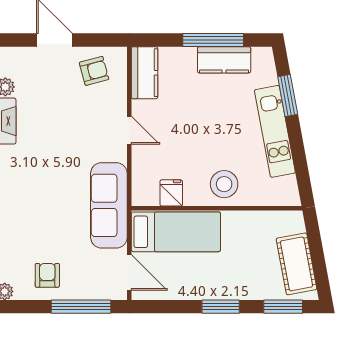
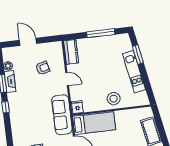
kitchen counter: (224, 60) -> (107, 42), removed
armchair: (94, 71) -> (43, 68), moved
fridge: (171, 193) -> (77, 107), moved

